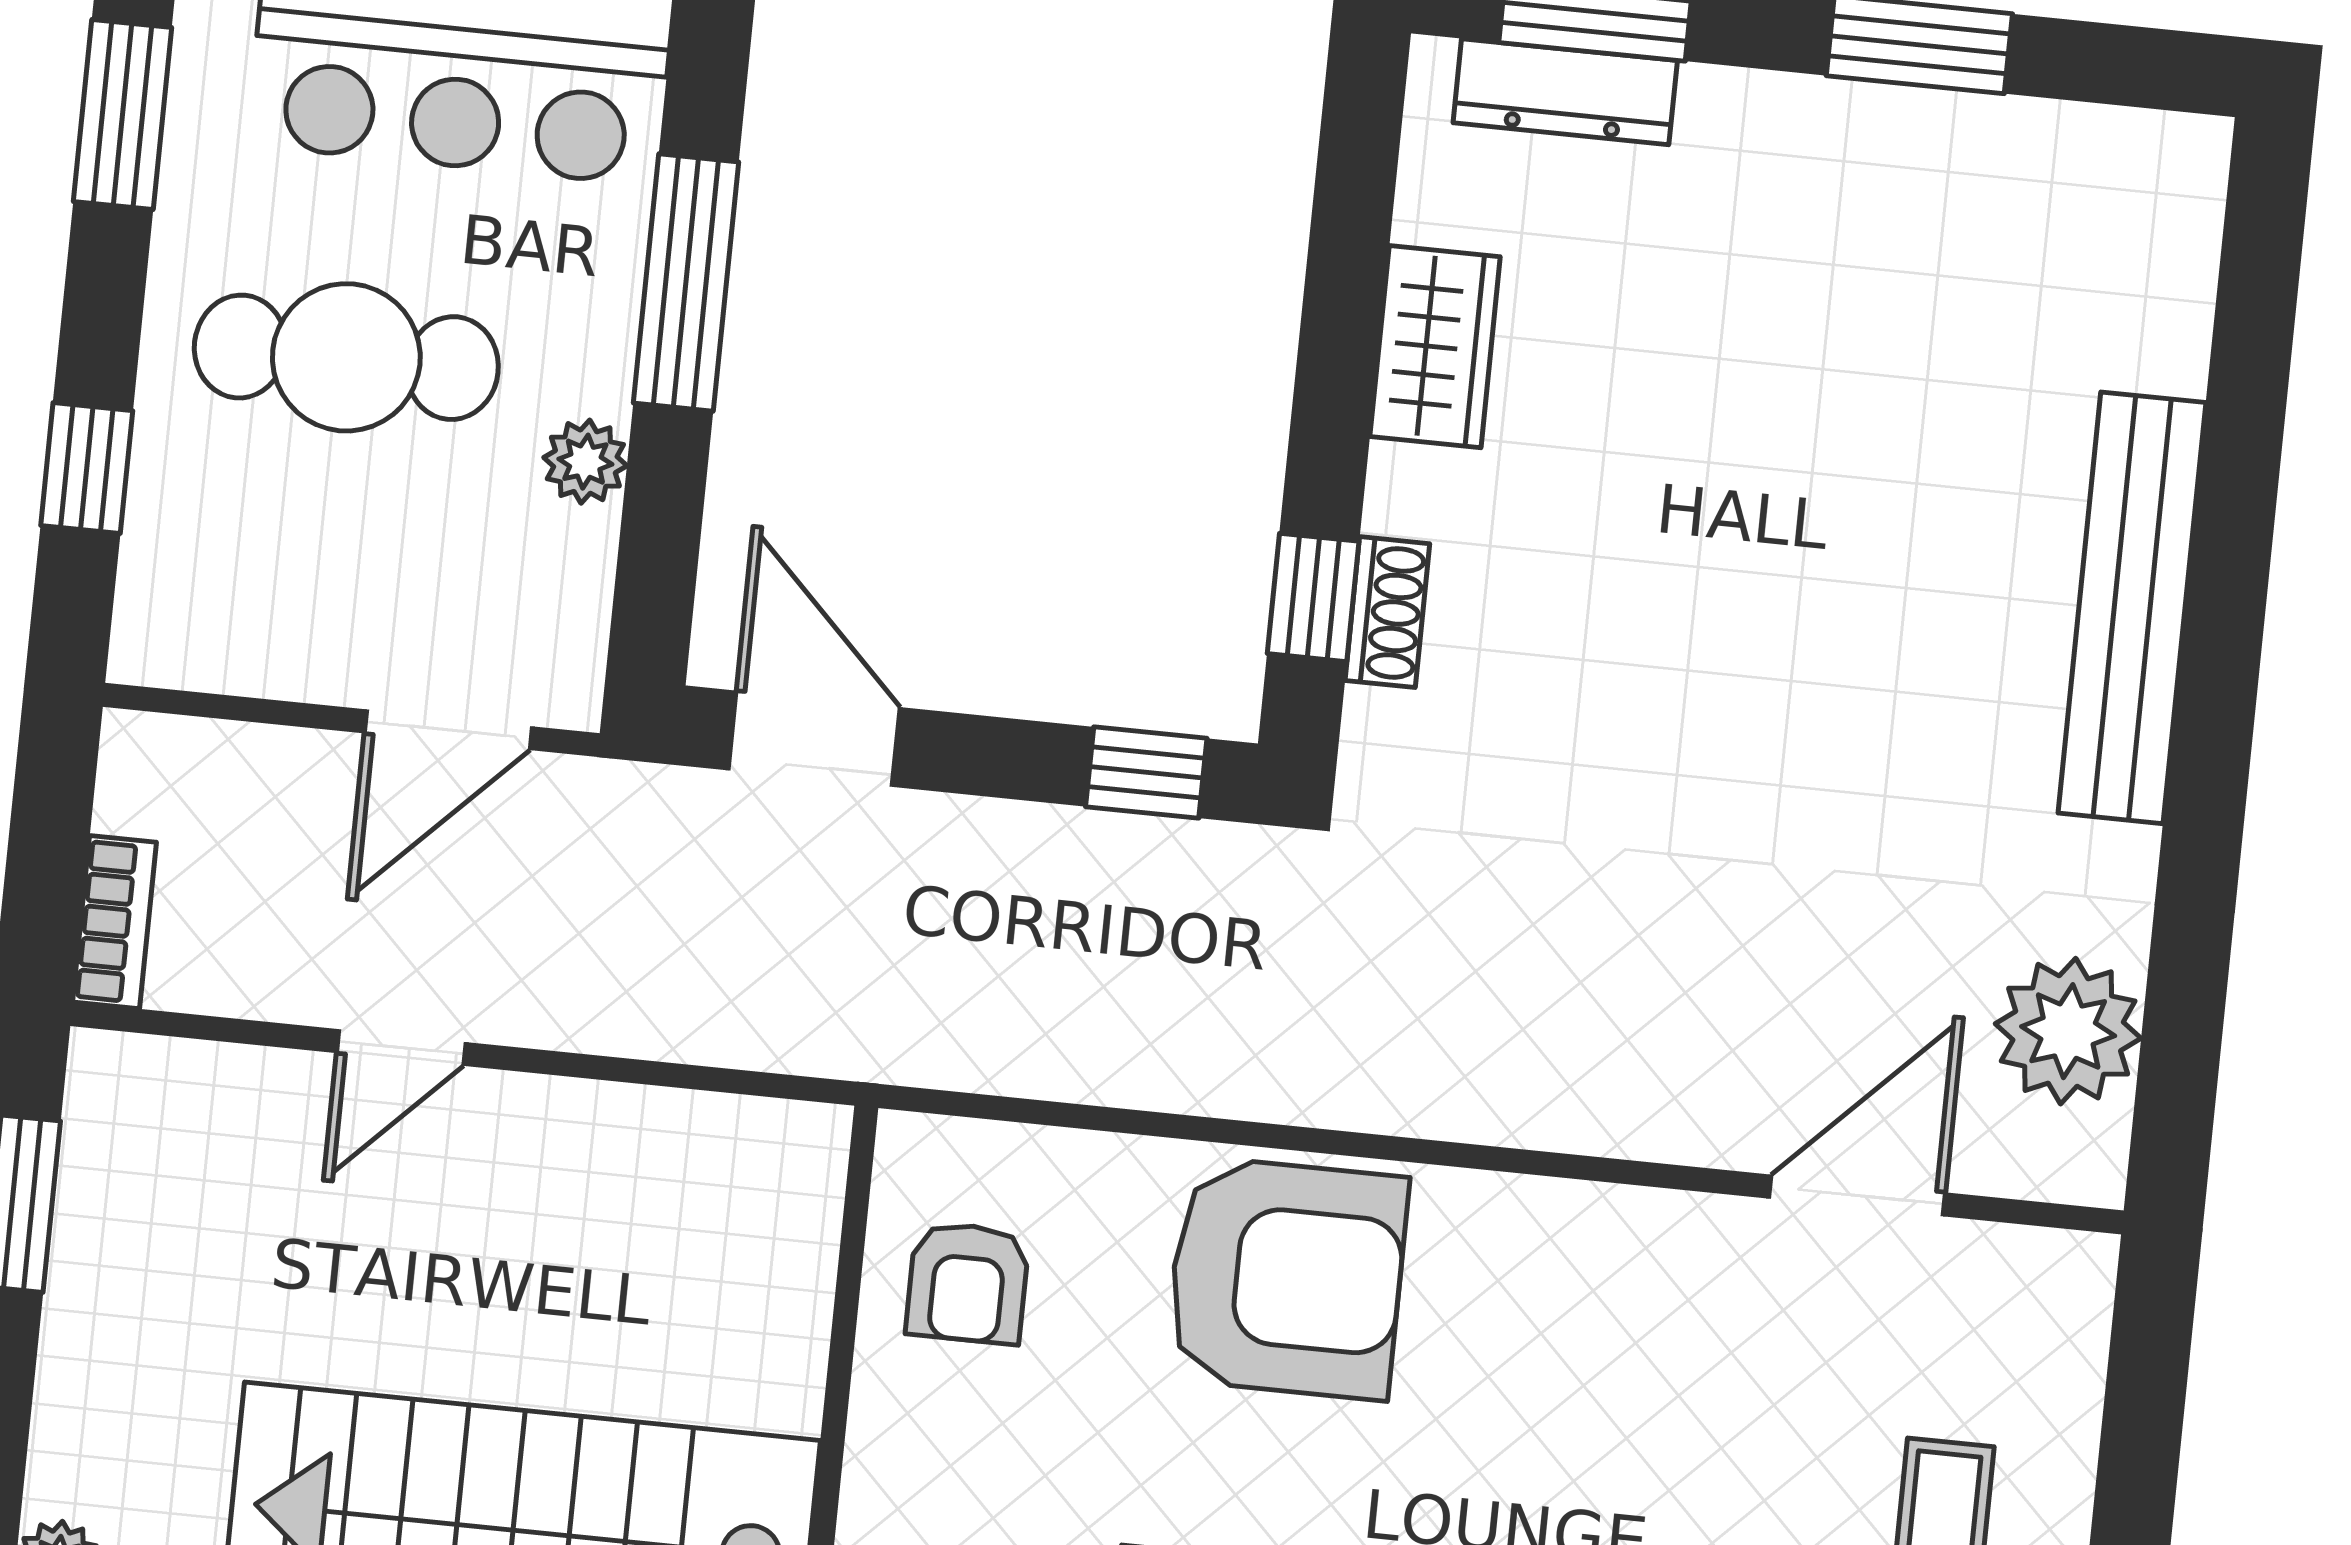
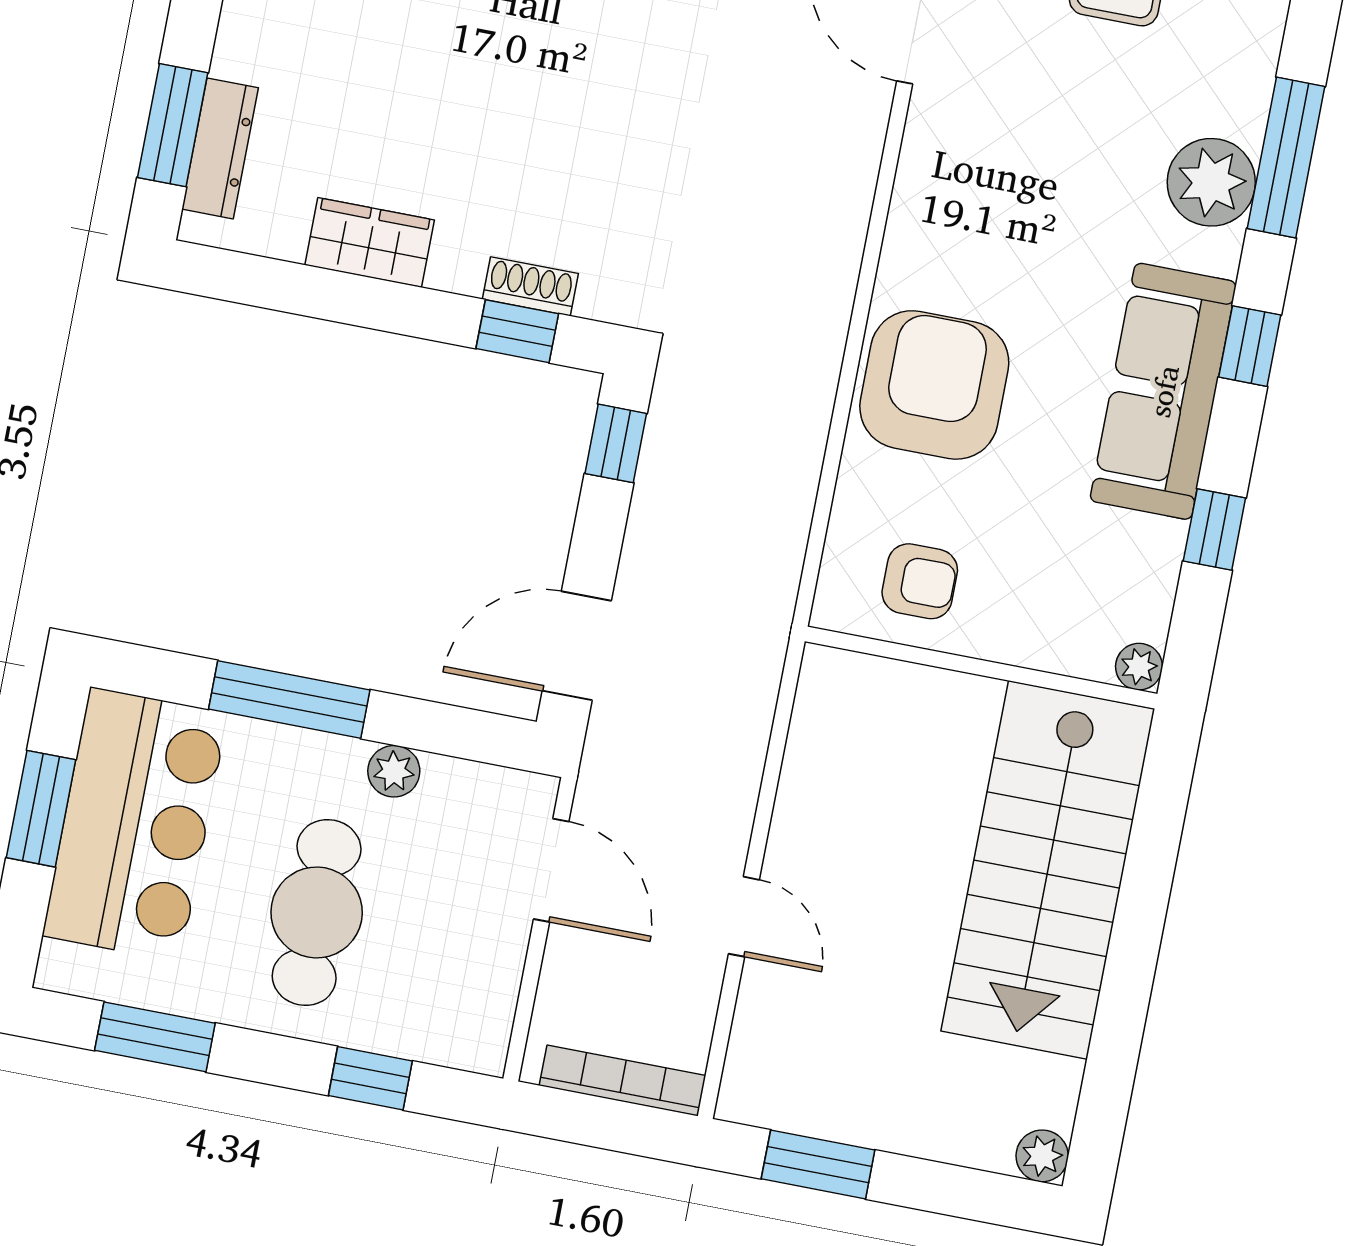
bookcase: (115, 922) -> (623, 1081), width x1.56

